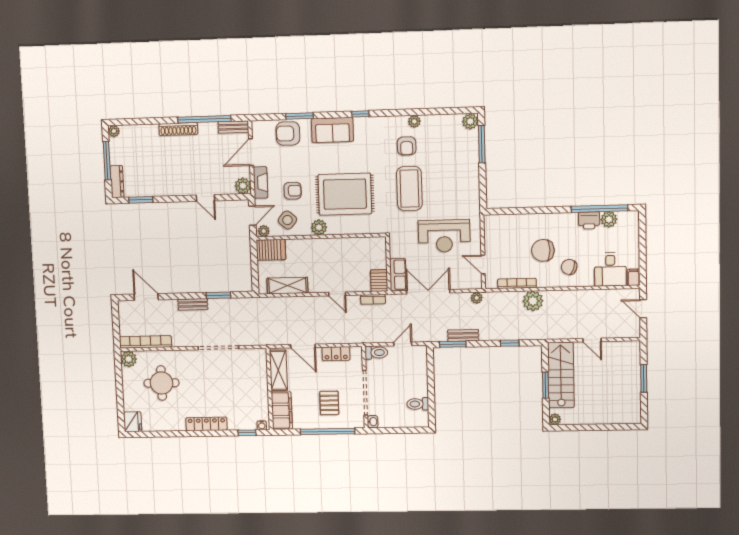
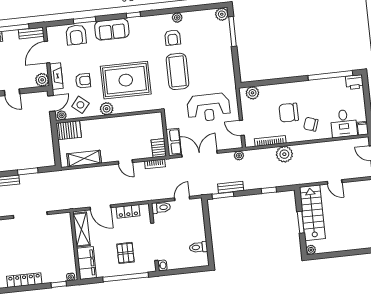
armchair: (288, 133) -> (76, 35), turned -90
plant: (609, 219) -> (252, 93), moved
printer: (589, 220) -> (354, 82), moved

